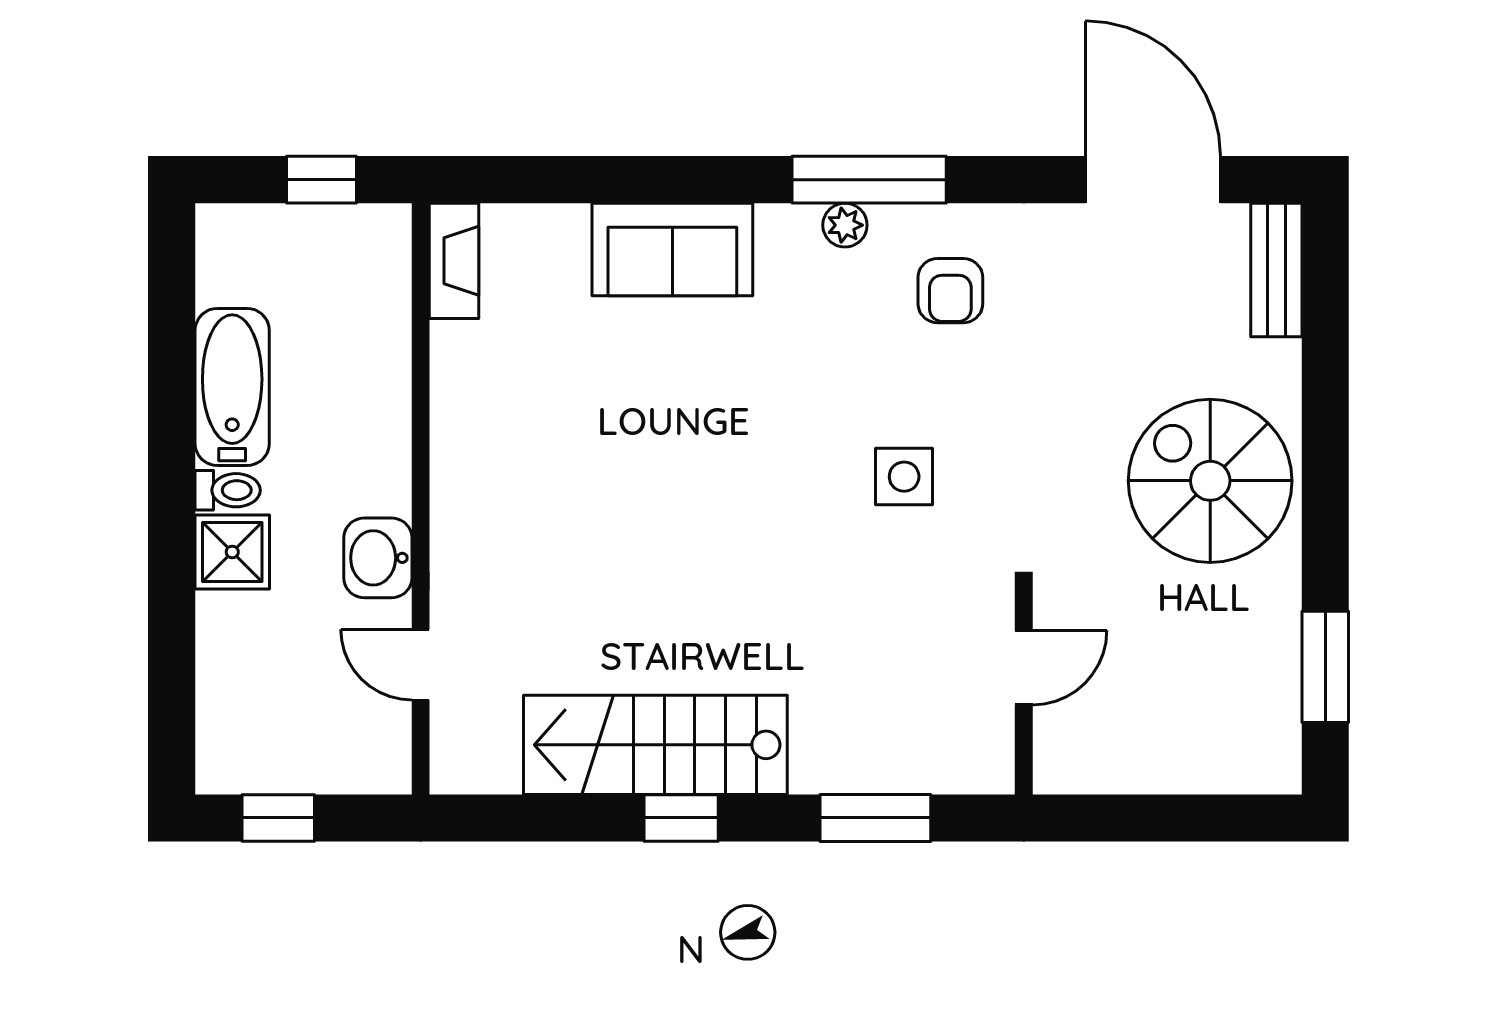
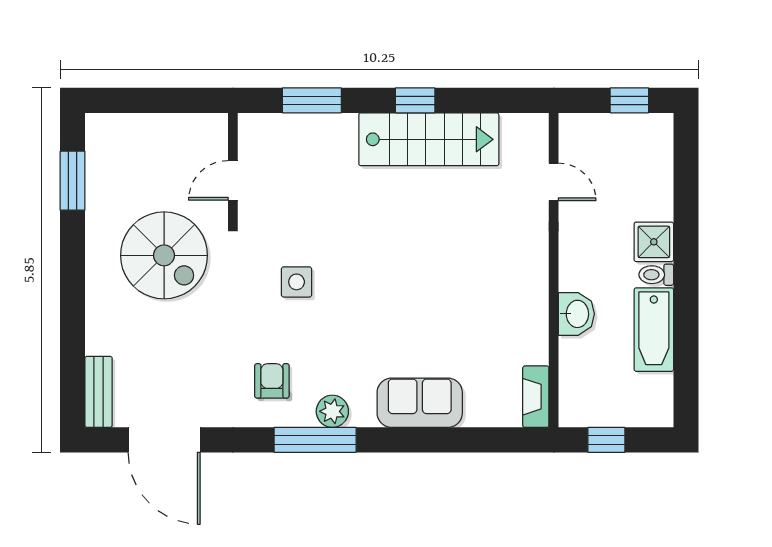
plant: (845, 225) -> (332, 411), width x1.38, depth x1.38
spiral stairs: (1210, 481) -> (164, 255), moved
washbasin: (378, 558) -> (576, 314), moved

